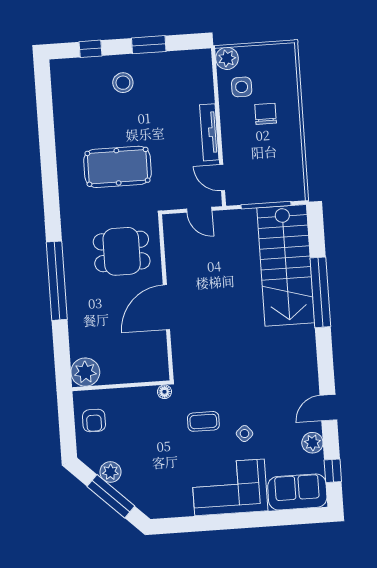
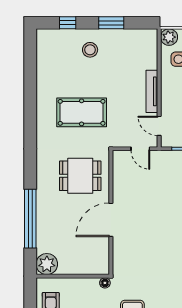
window: (57, 281) -> (30, 219), moved

